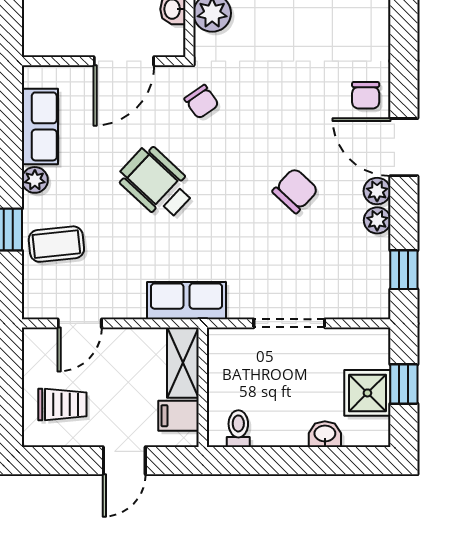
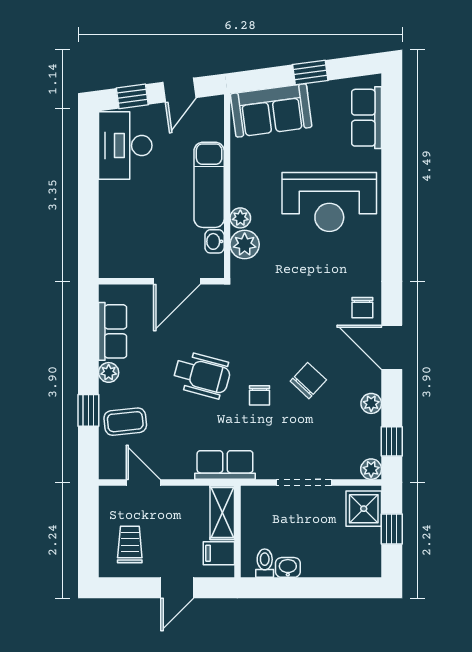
chair: (202, 102) -> (260, 395), moved, turned 35
wheelchair: (156, 183) -> (202, 375), turned 152
plant: (377, 191) -> (371, 469), moved
door: (80, 323) -> (143, 482), swing flipped
shower: (367, 393) -> (364, 509), moved
trolley: (62, 404) -> (130, 545), turned -90
washbasin: (325, 434) -> (288, 567), moved

